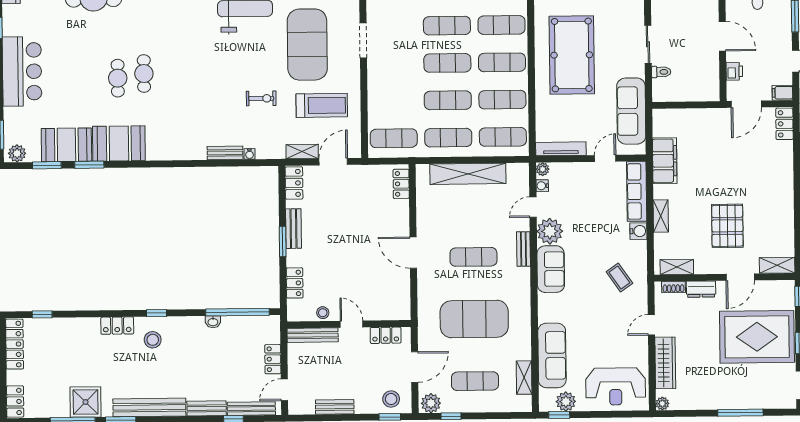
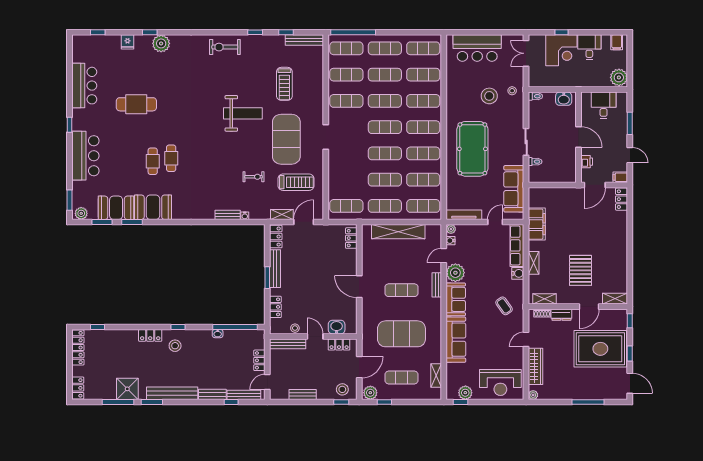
bench: (293, 229) -> (275, 269), width x1.36
washbasin: (382, 311) -> (337, 327), added
sofa: (552, 355) -> (456, 340), moved

